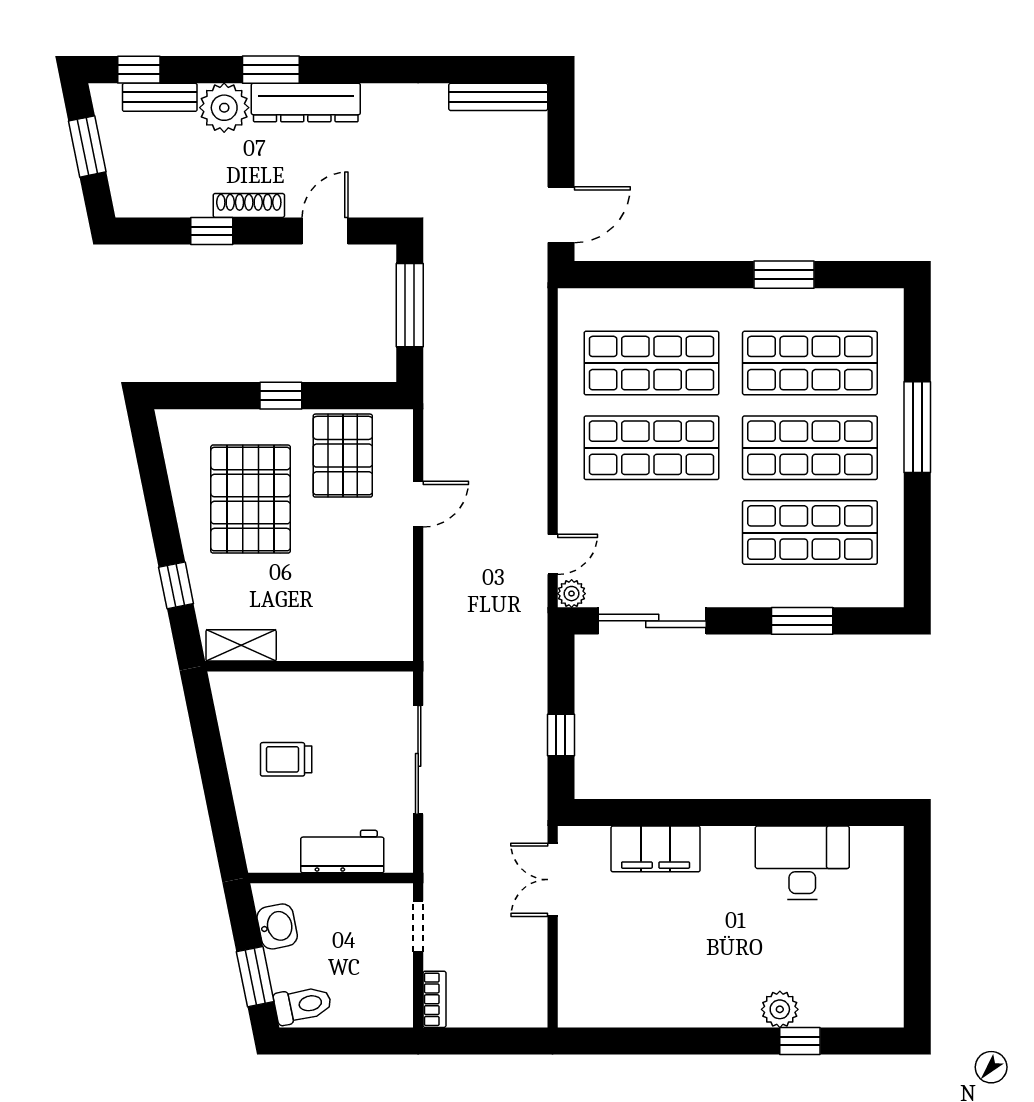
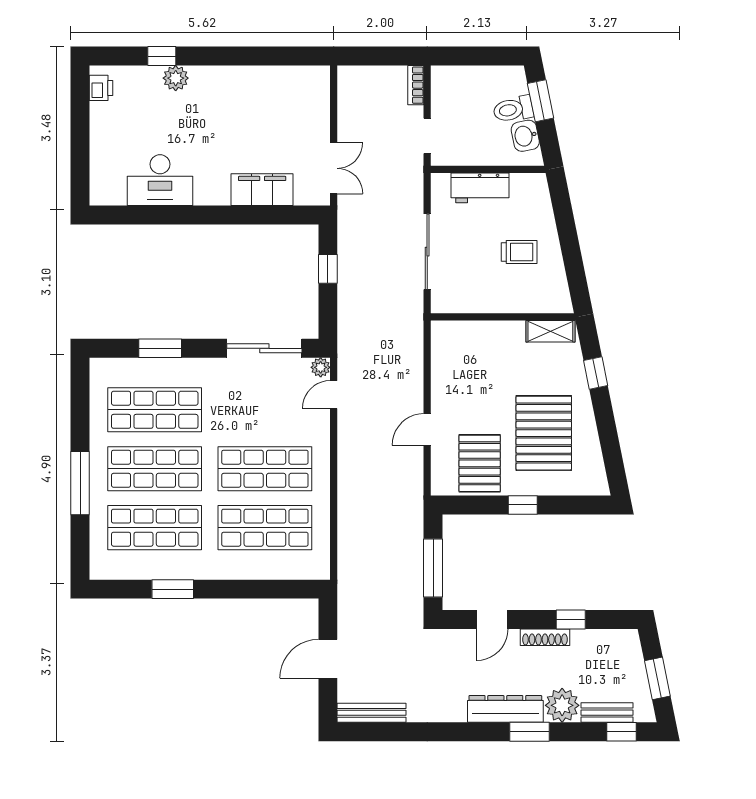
door: (561, 215) -> (328, 659), moved
printer: (887, 995) -> (101, 88), added
toilet: (303, 1005) -> (513, 109), moved

